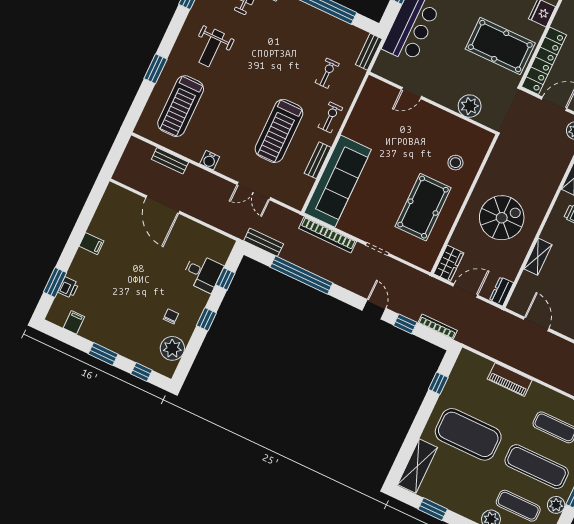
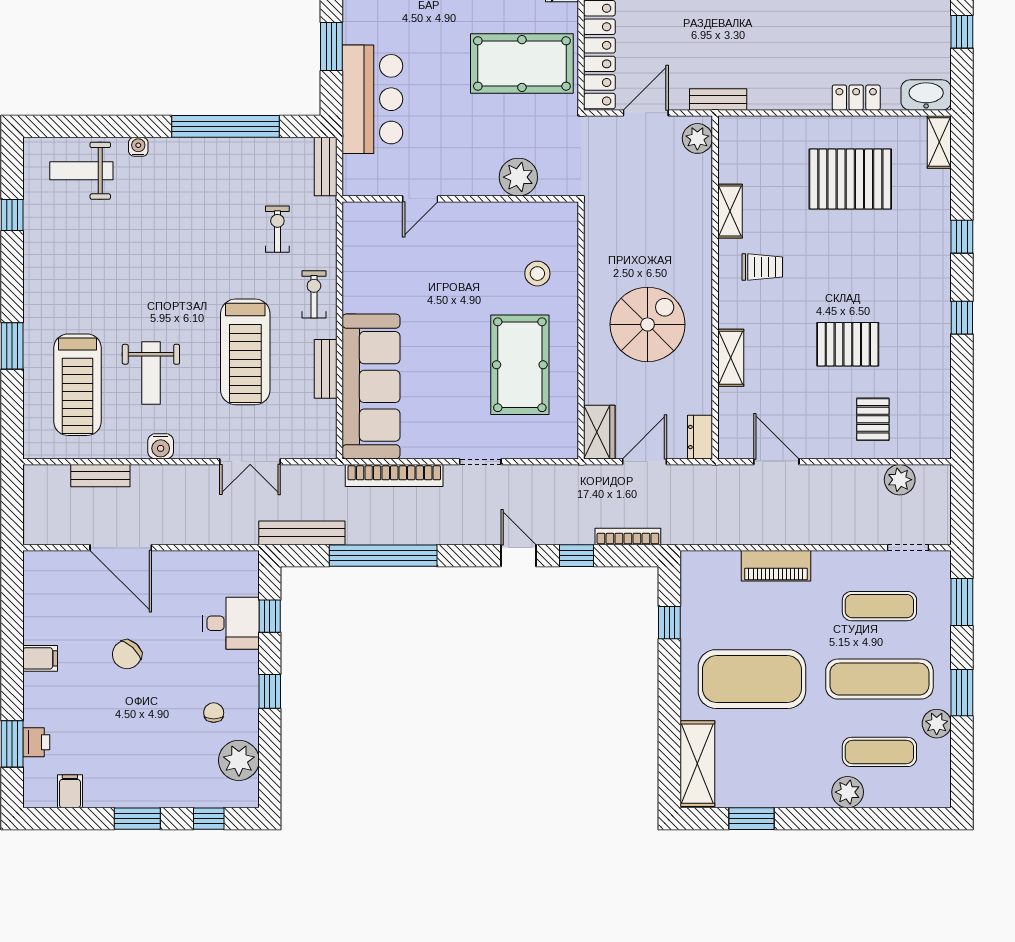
weight bench: (212, 48) -> (151, 373), moved
bench: (264, 242) -> (302, 533), width x1.36
chair: (139, 263) -> (127, 654), added

